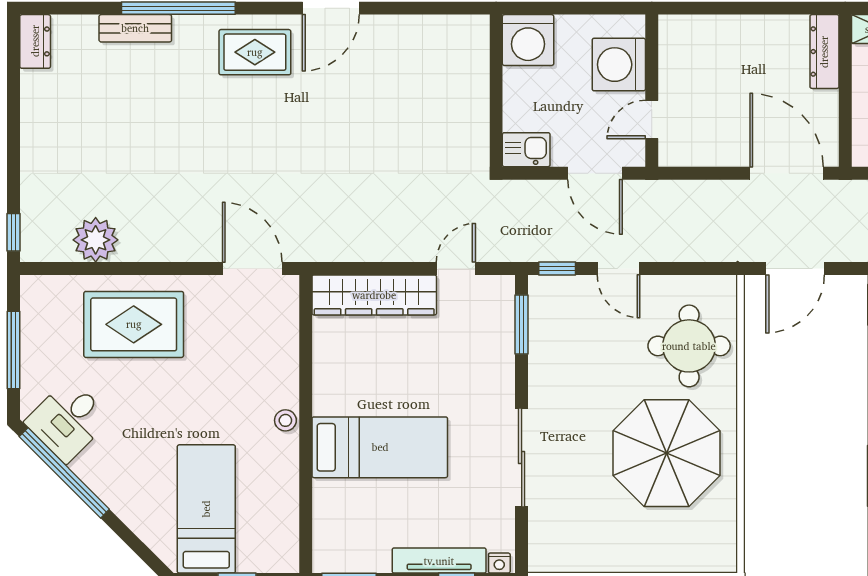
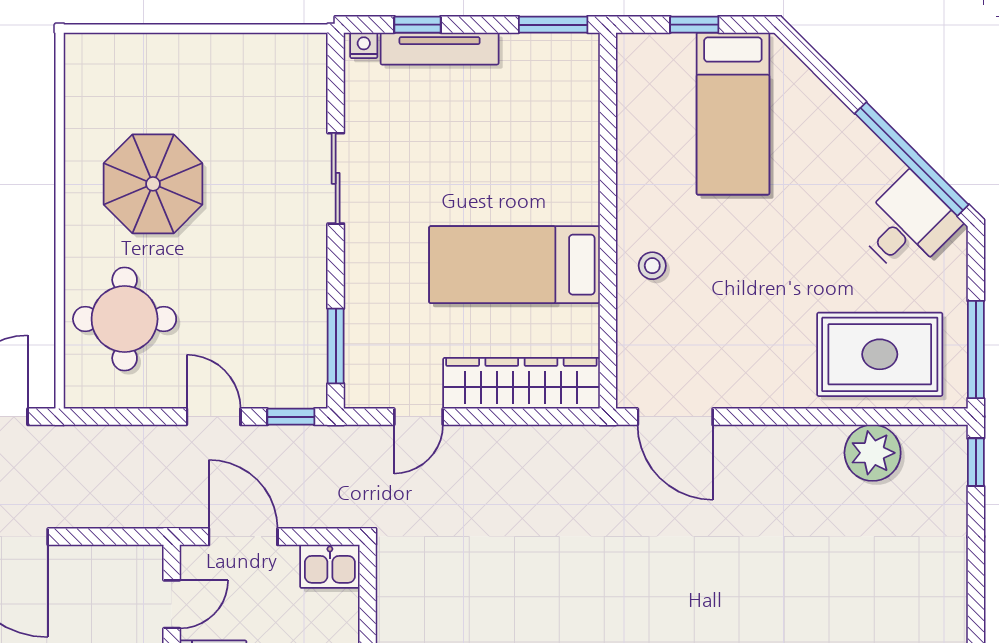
rug: (134, 324) -> (880, 354), moved
window: (14, 350) -> (976, 349), moved
stool: (285, 420) -> (652, 266), moved
bed: (380, 447) -> (514, 265), moved
parasol: (666, 453) -> (153, 184), width x0.73, depth x0.73
sliding door: (522, 458) -> (336, 178), width x0.73

